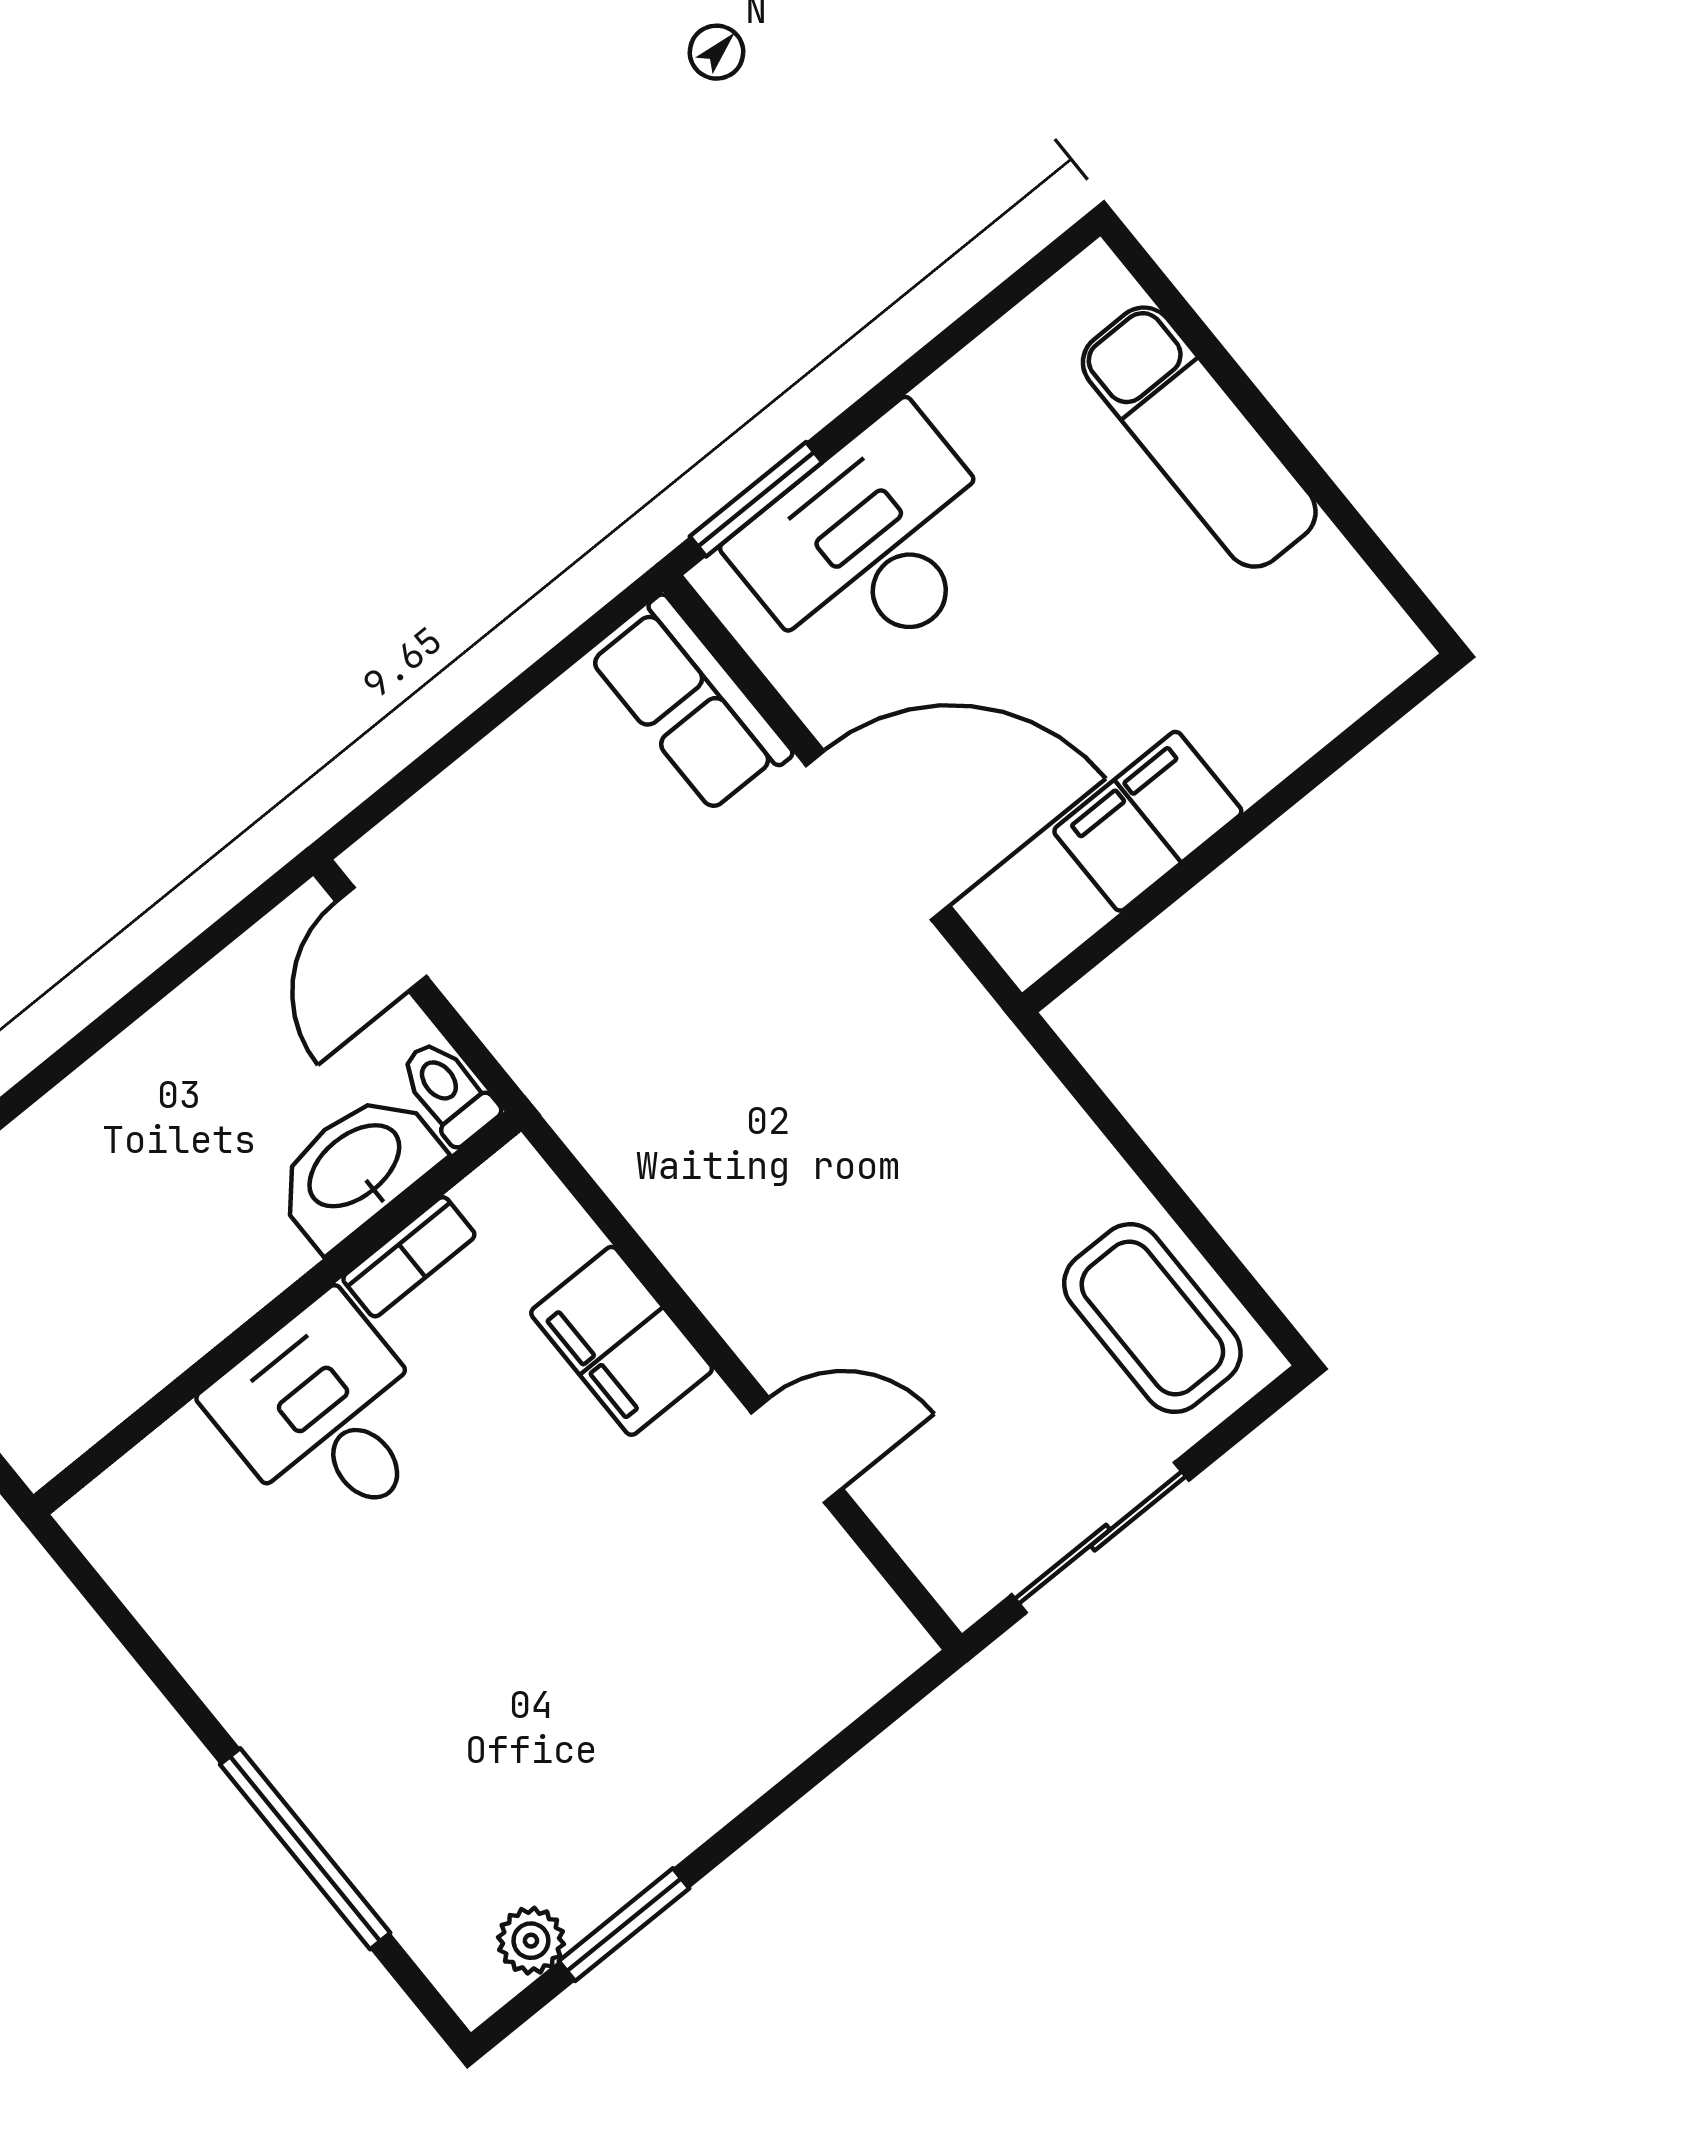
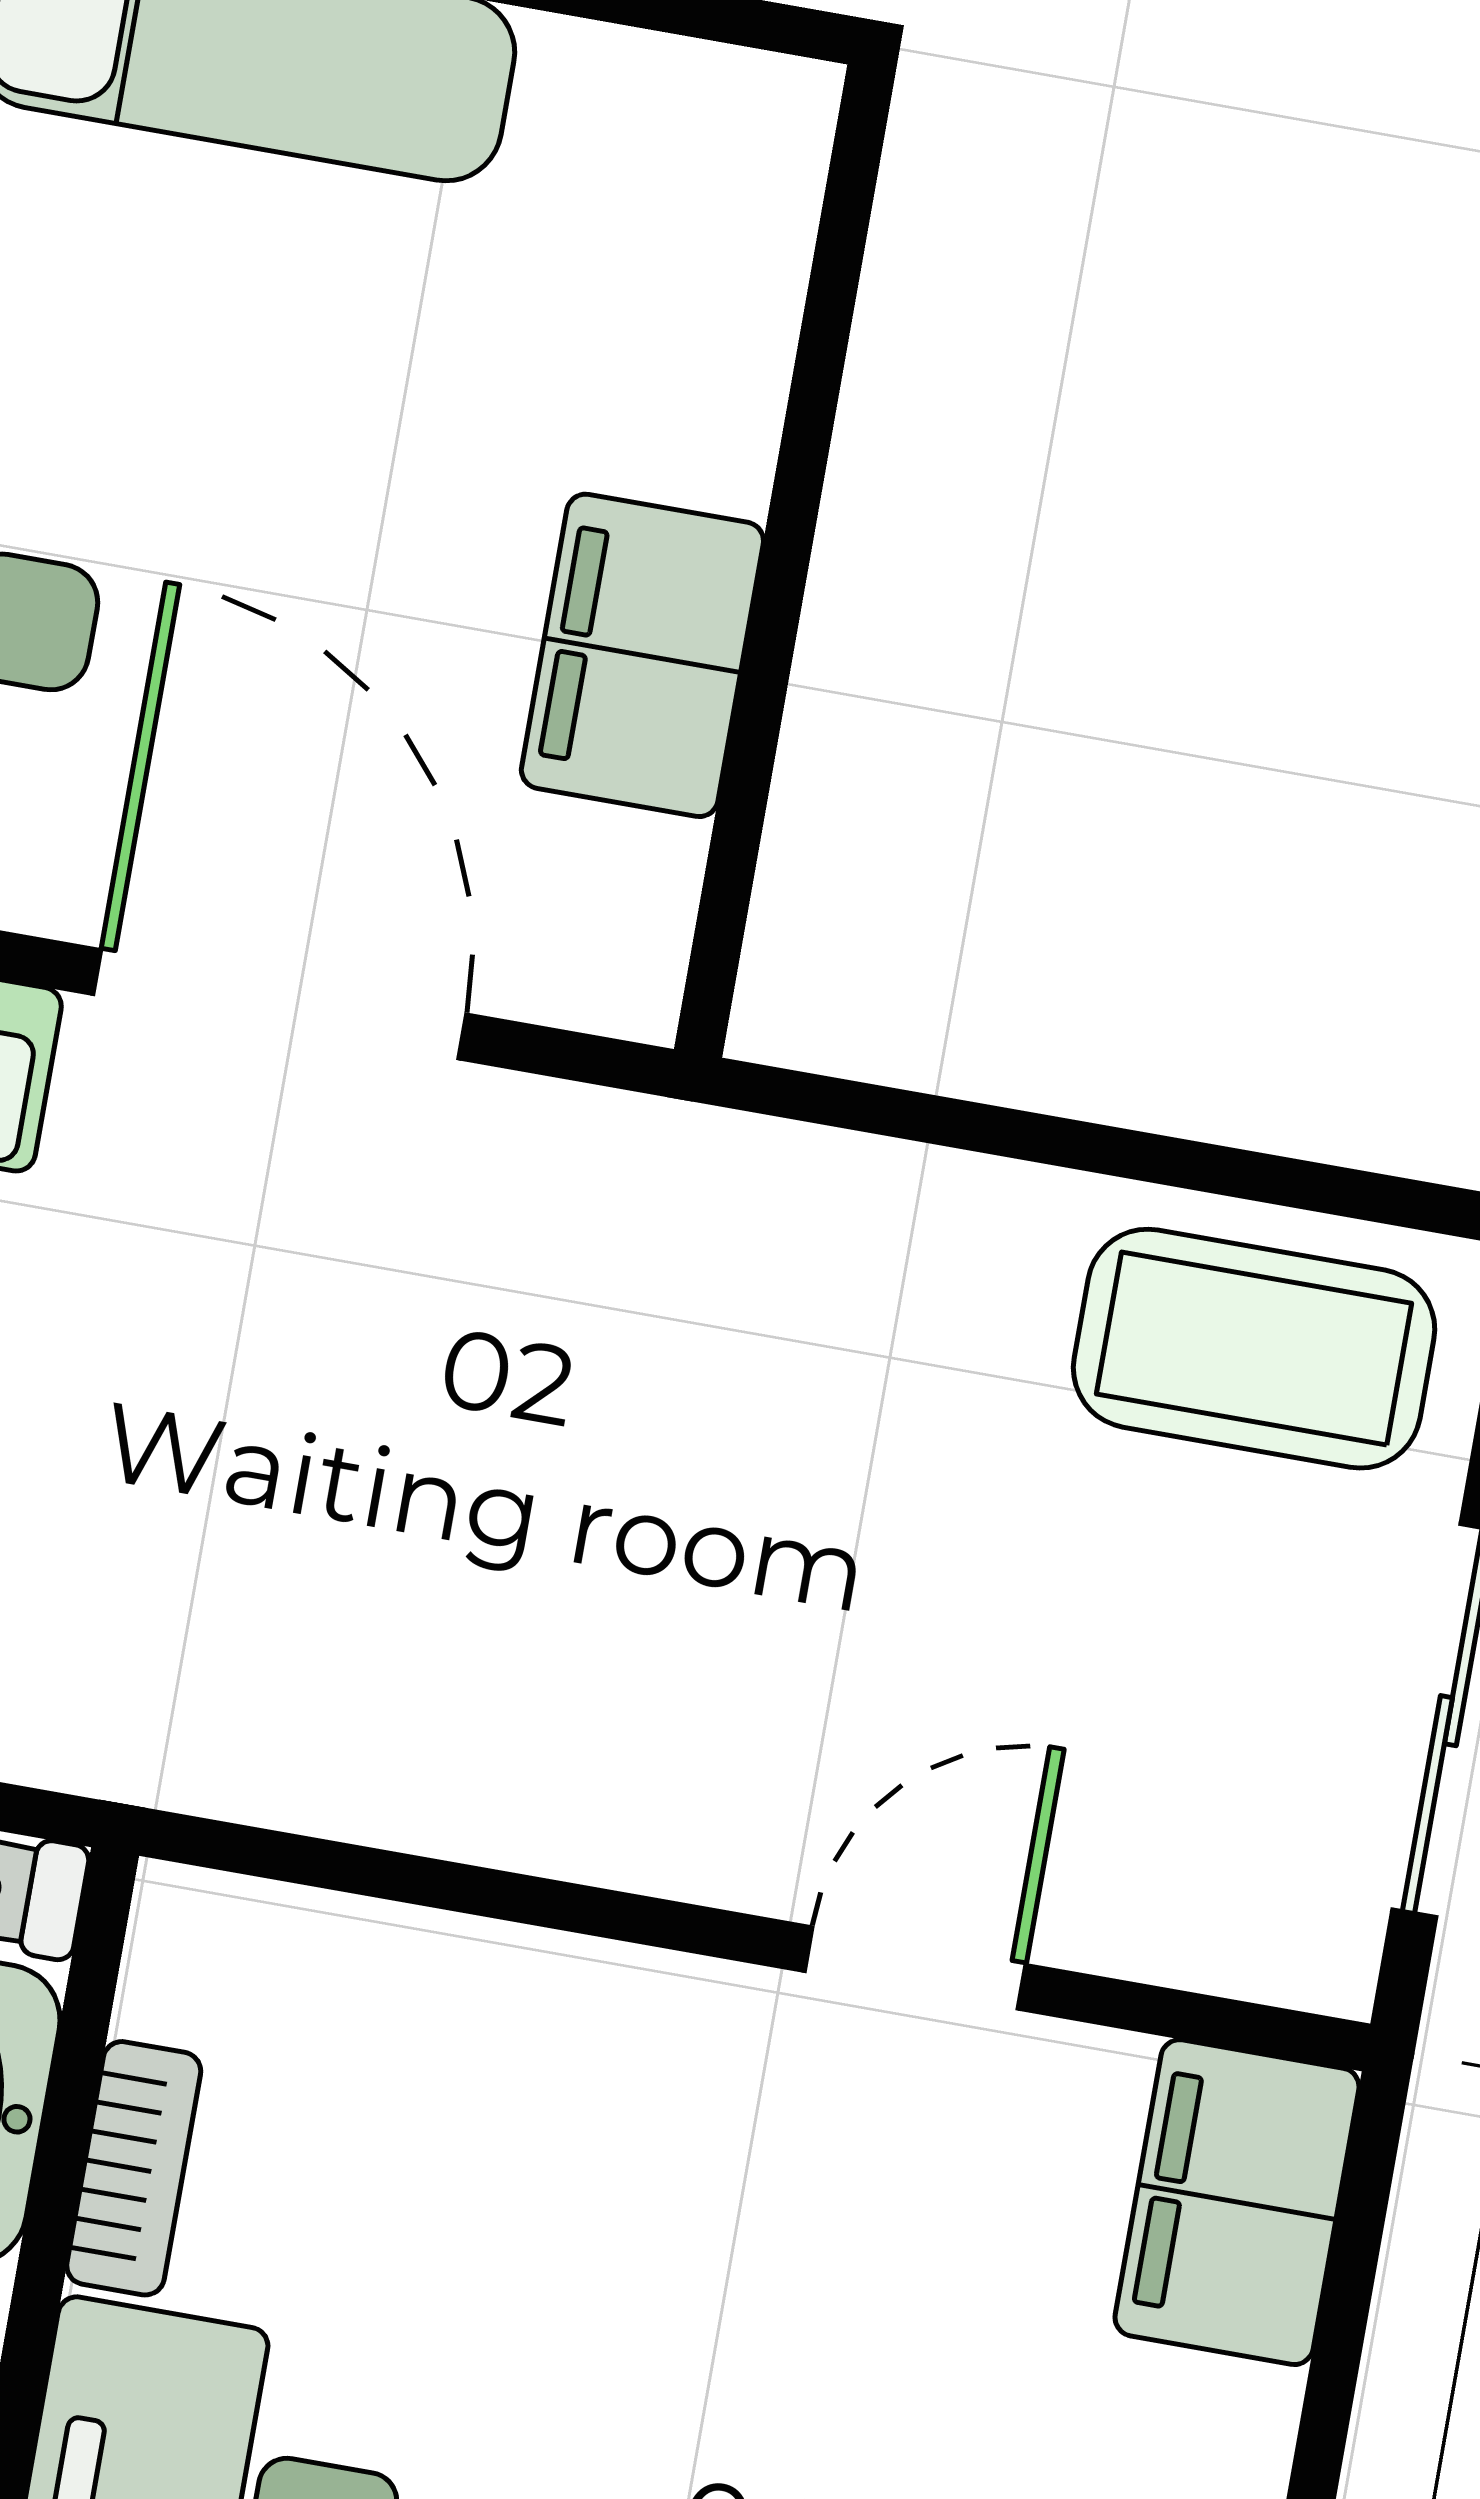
door: (878, 835) -> (280, 1004), hinge flipped
filing cabinet: (622, 1341) -> (1237, 2202), moved, turned 90

